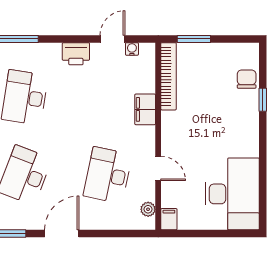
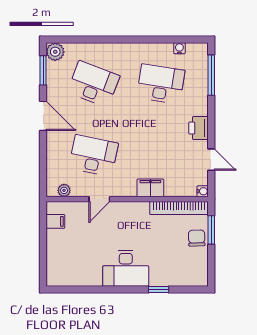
water cooler: (132, 49) -> (203, 191), moved
chair: (247, 79) -> (197, 238), moved, turned -92
desk: (232, 194) -> (126, 268), moved, width x0.73, depth x0.77
filing cabinet: (169, 219) -> (55, 221), moved

